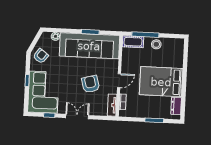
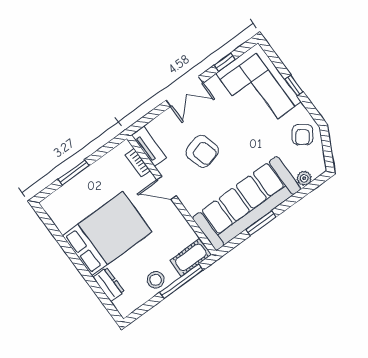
door: (119, 81) -> (166, 188), hinge flipped
dresser: (176, 106) -> (109, 285), moved

